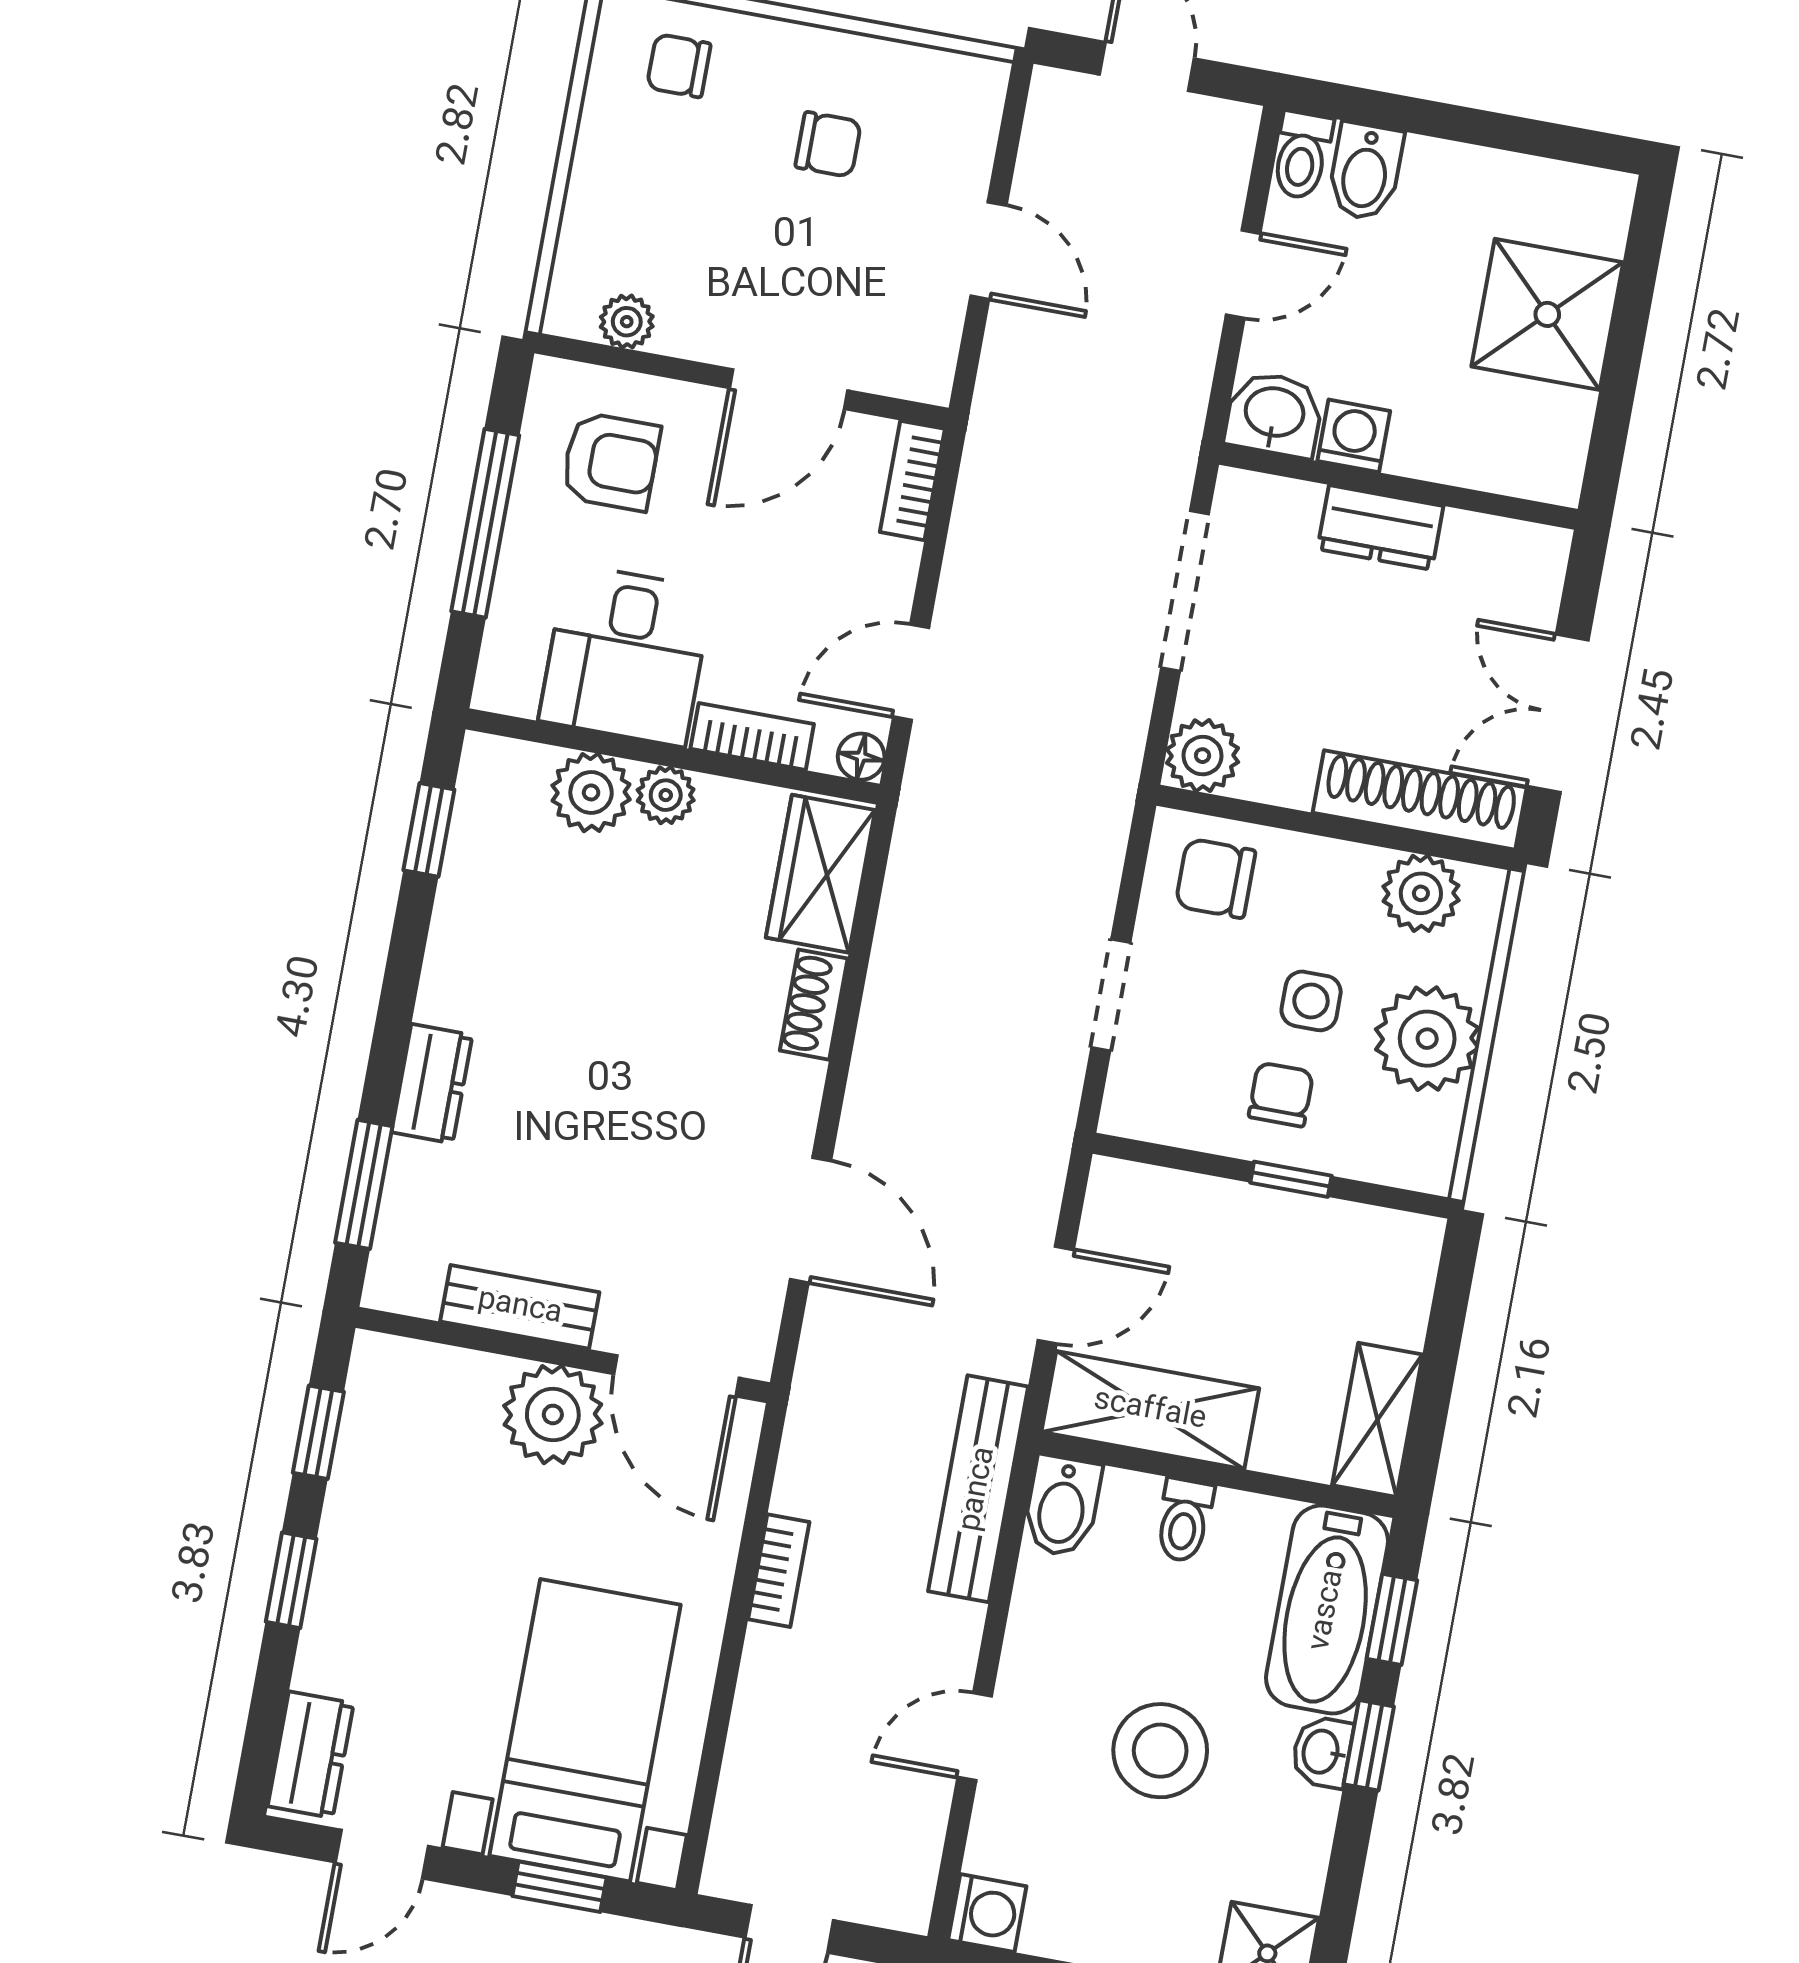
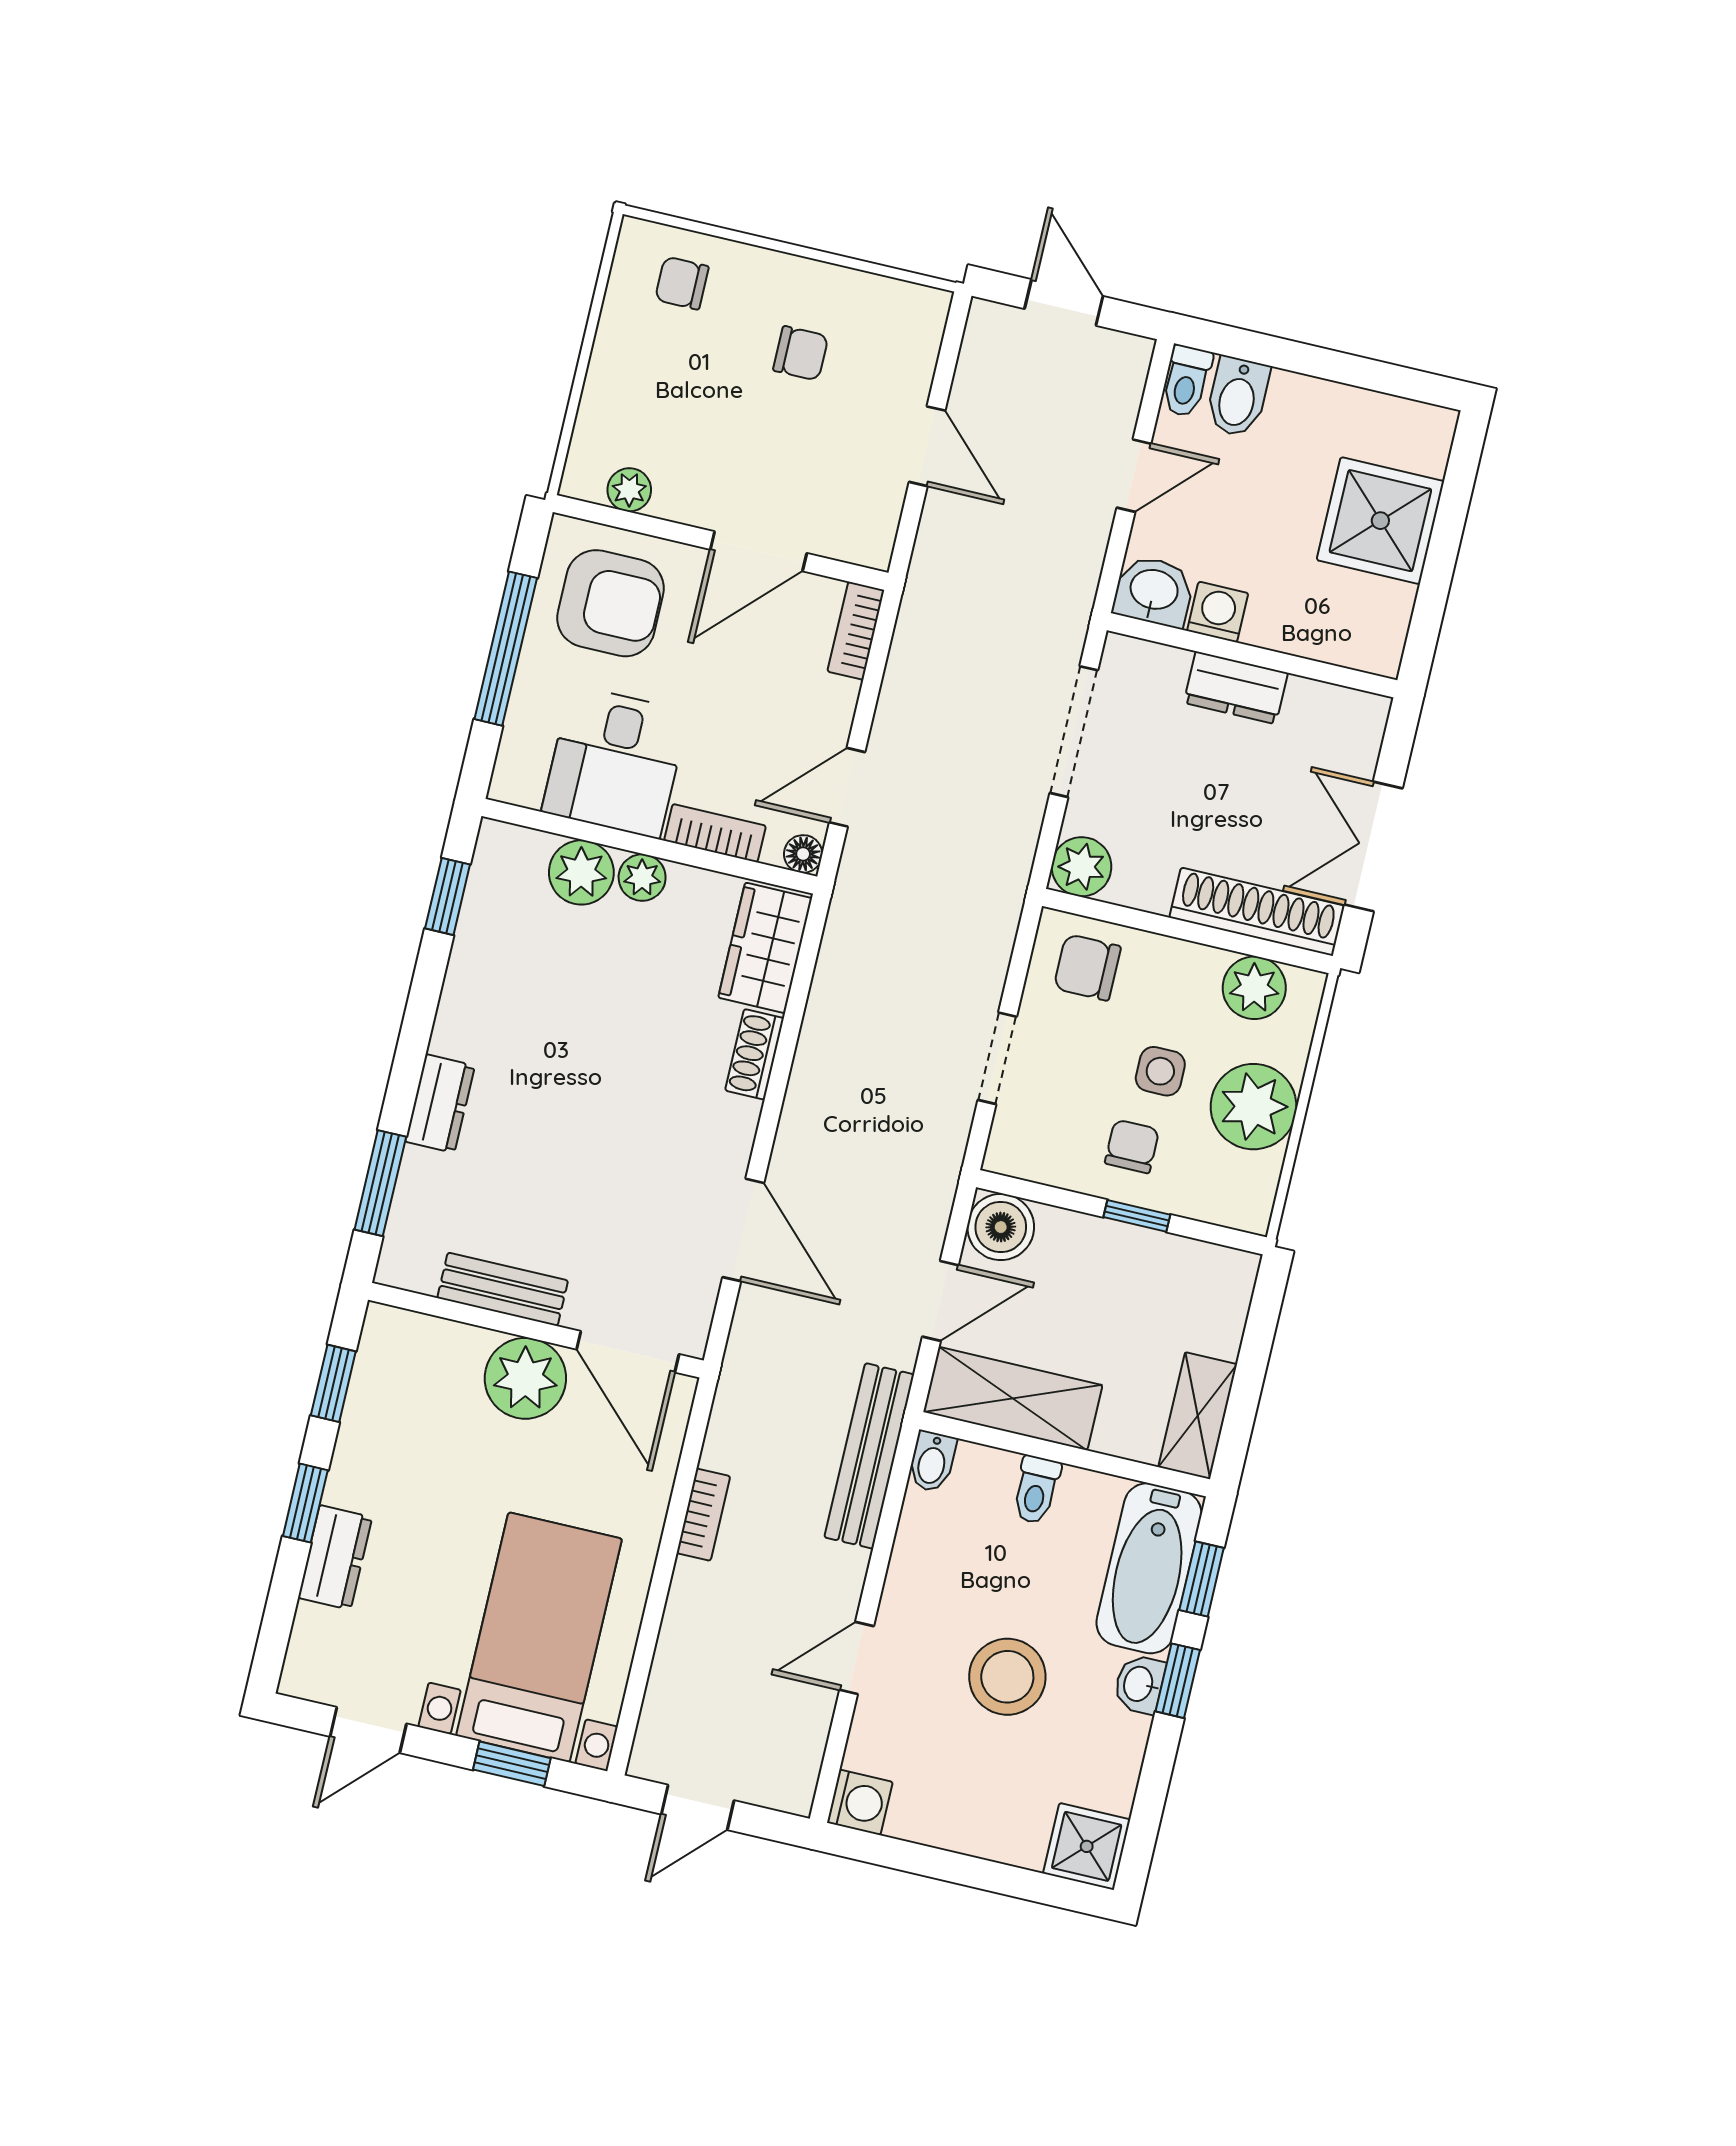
armchair: (611, 461) -> (611, 603), width x1.38, depth x1.38
boiler: (1125, 1201) -> (1001, 1227), added
bidet: (1062, 1506) -> (932, 1462), width x0.72, depth x0.74
dresser: (311, 1755) -> (335, 1557), moved

